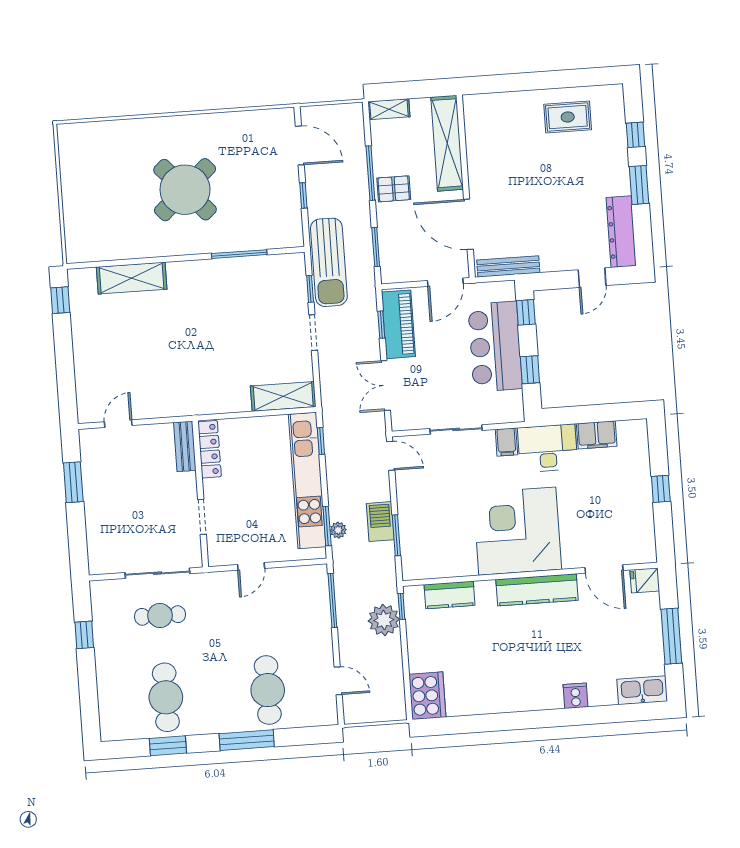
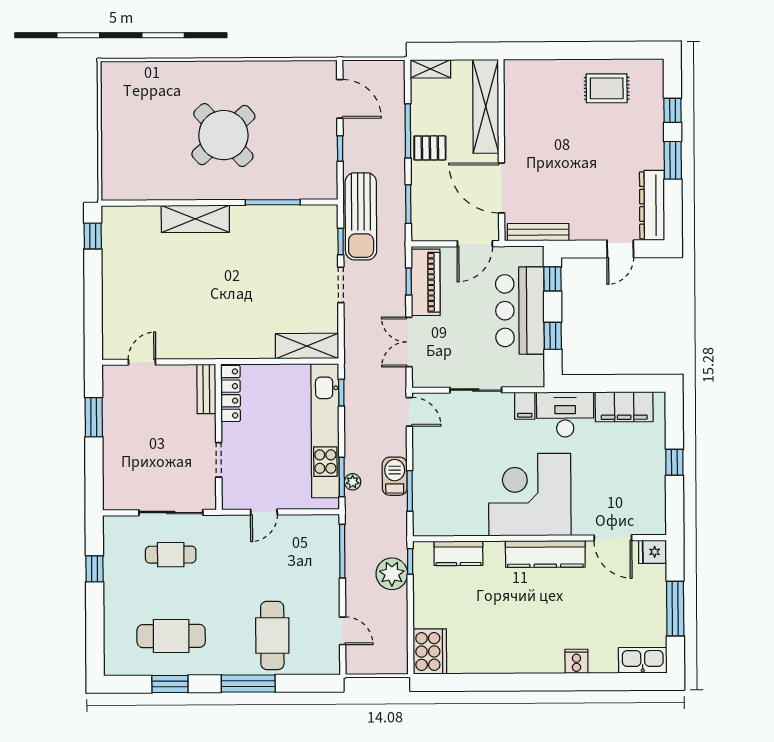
shelving: (132, 278) -> (195, 219), moved
filing cabinet: (597, 435) -> (624, 407), width x1.50, depth x1.17
cafe table: (166, 697) -> (171, 636), turned 90

